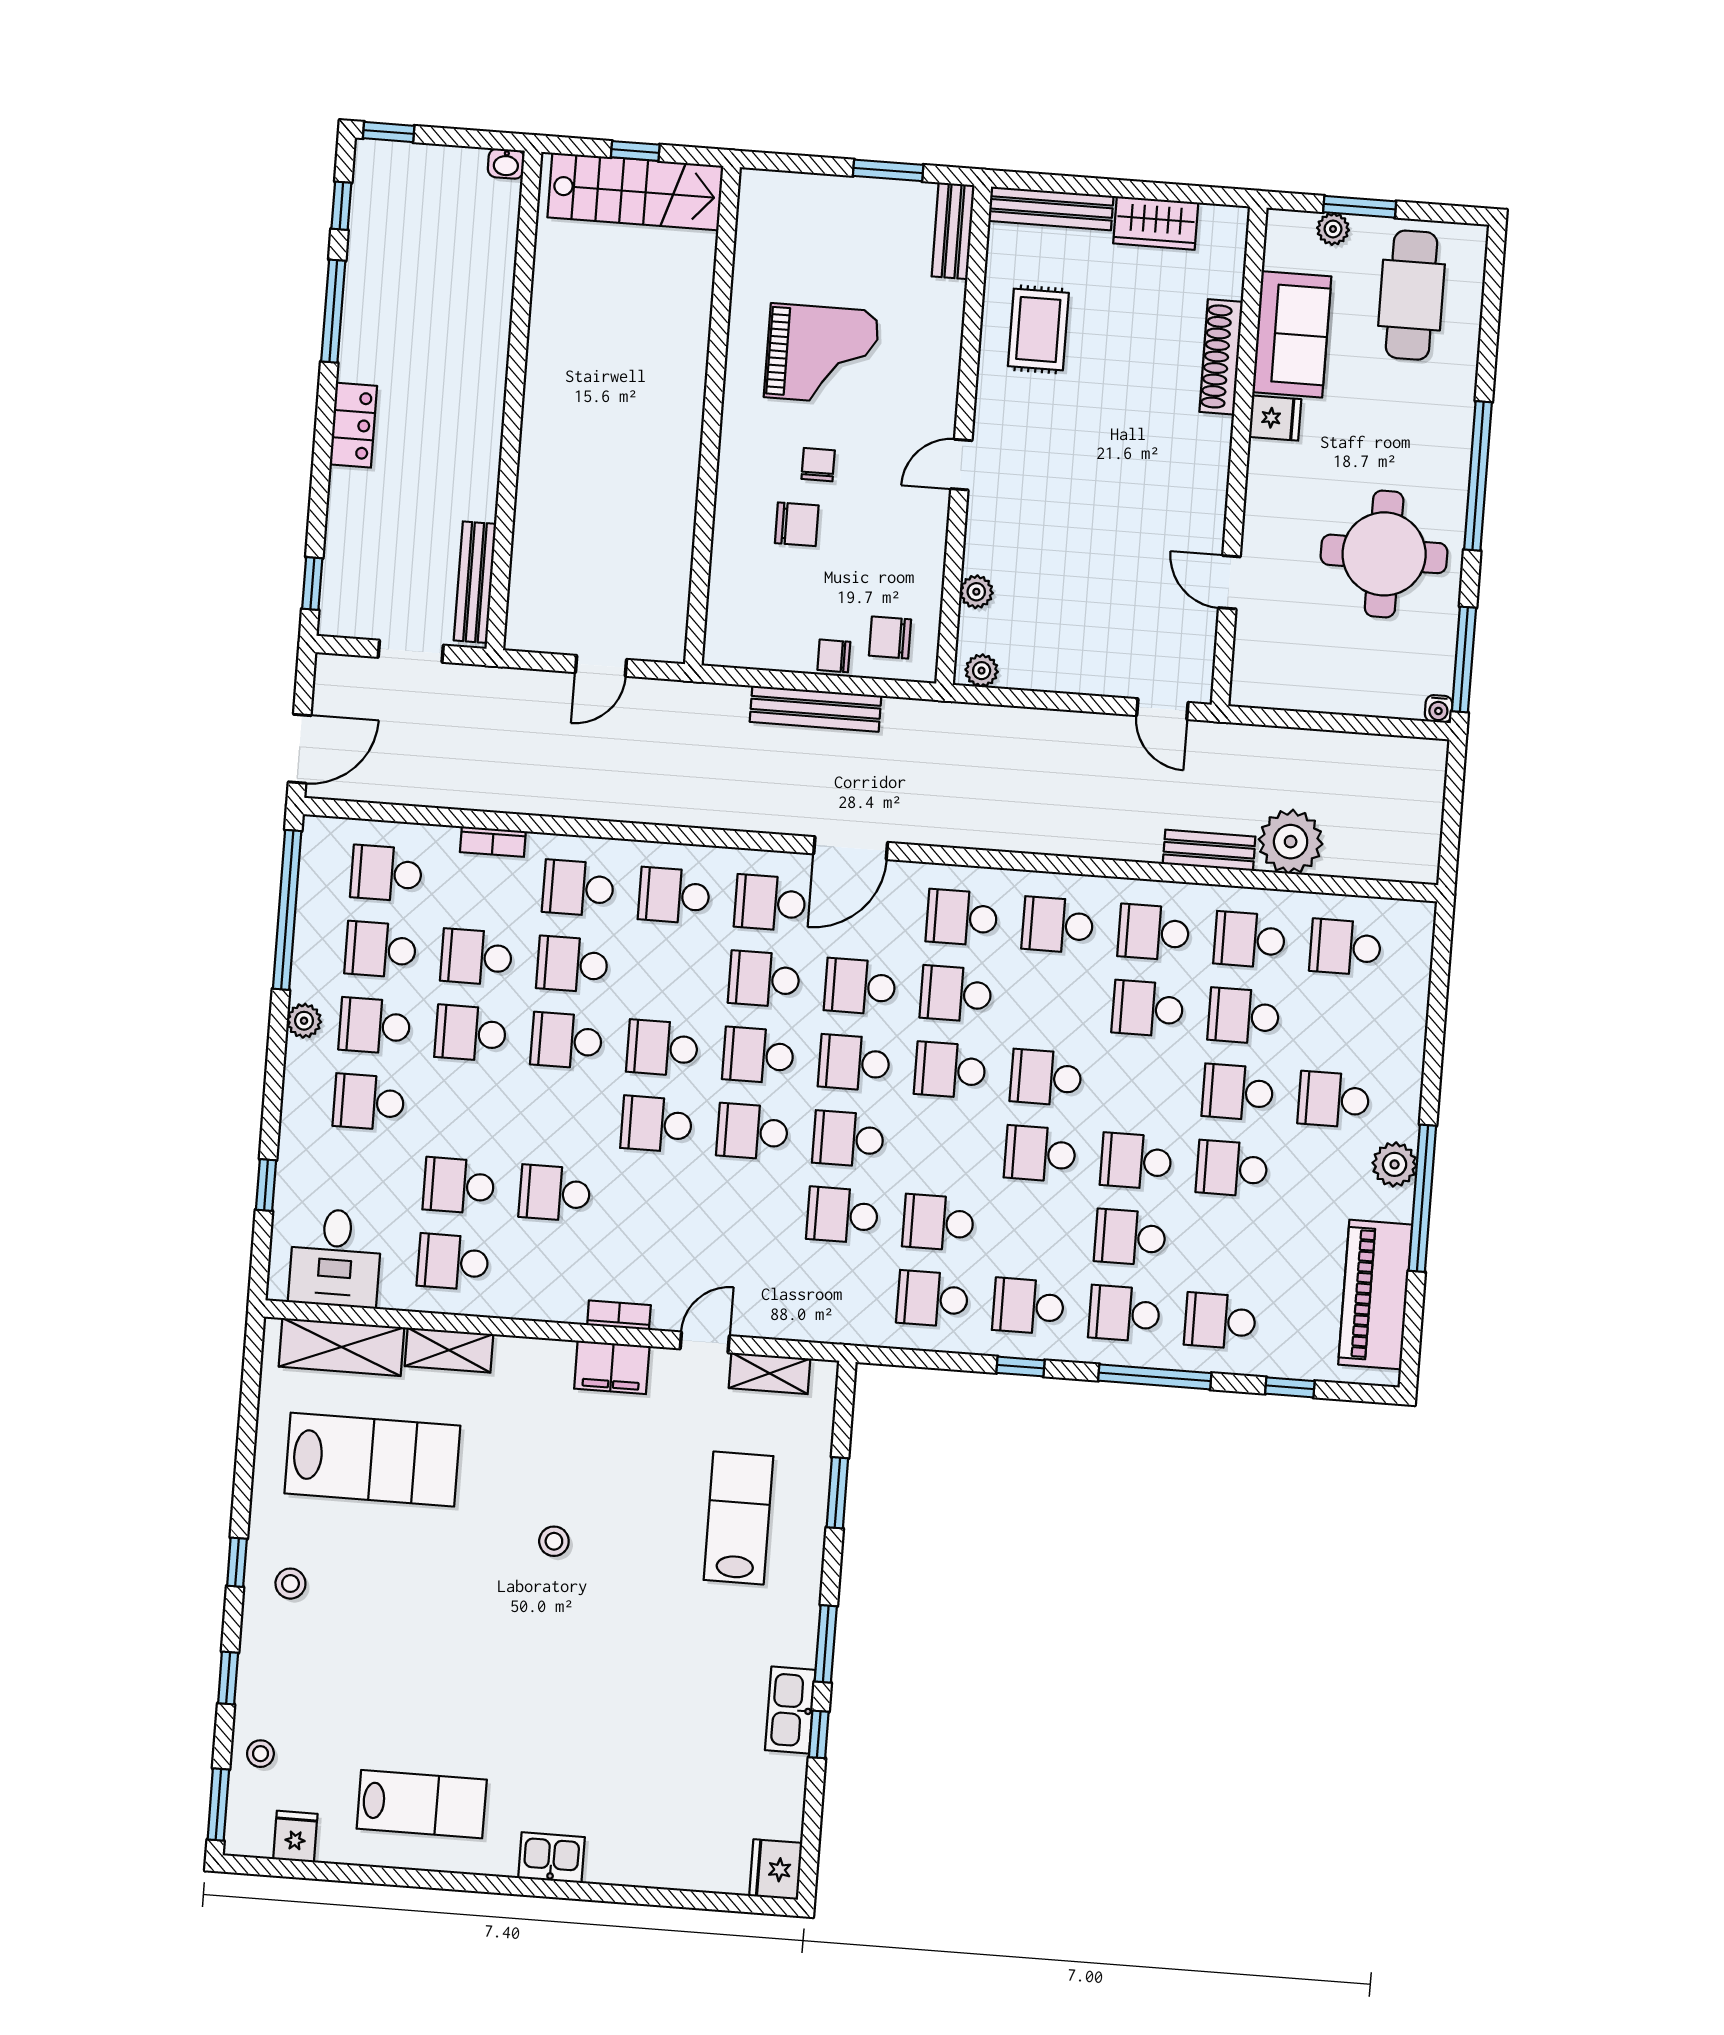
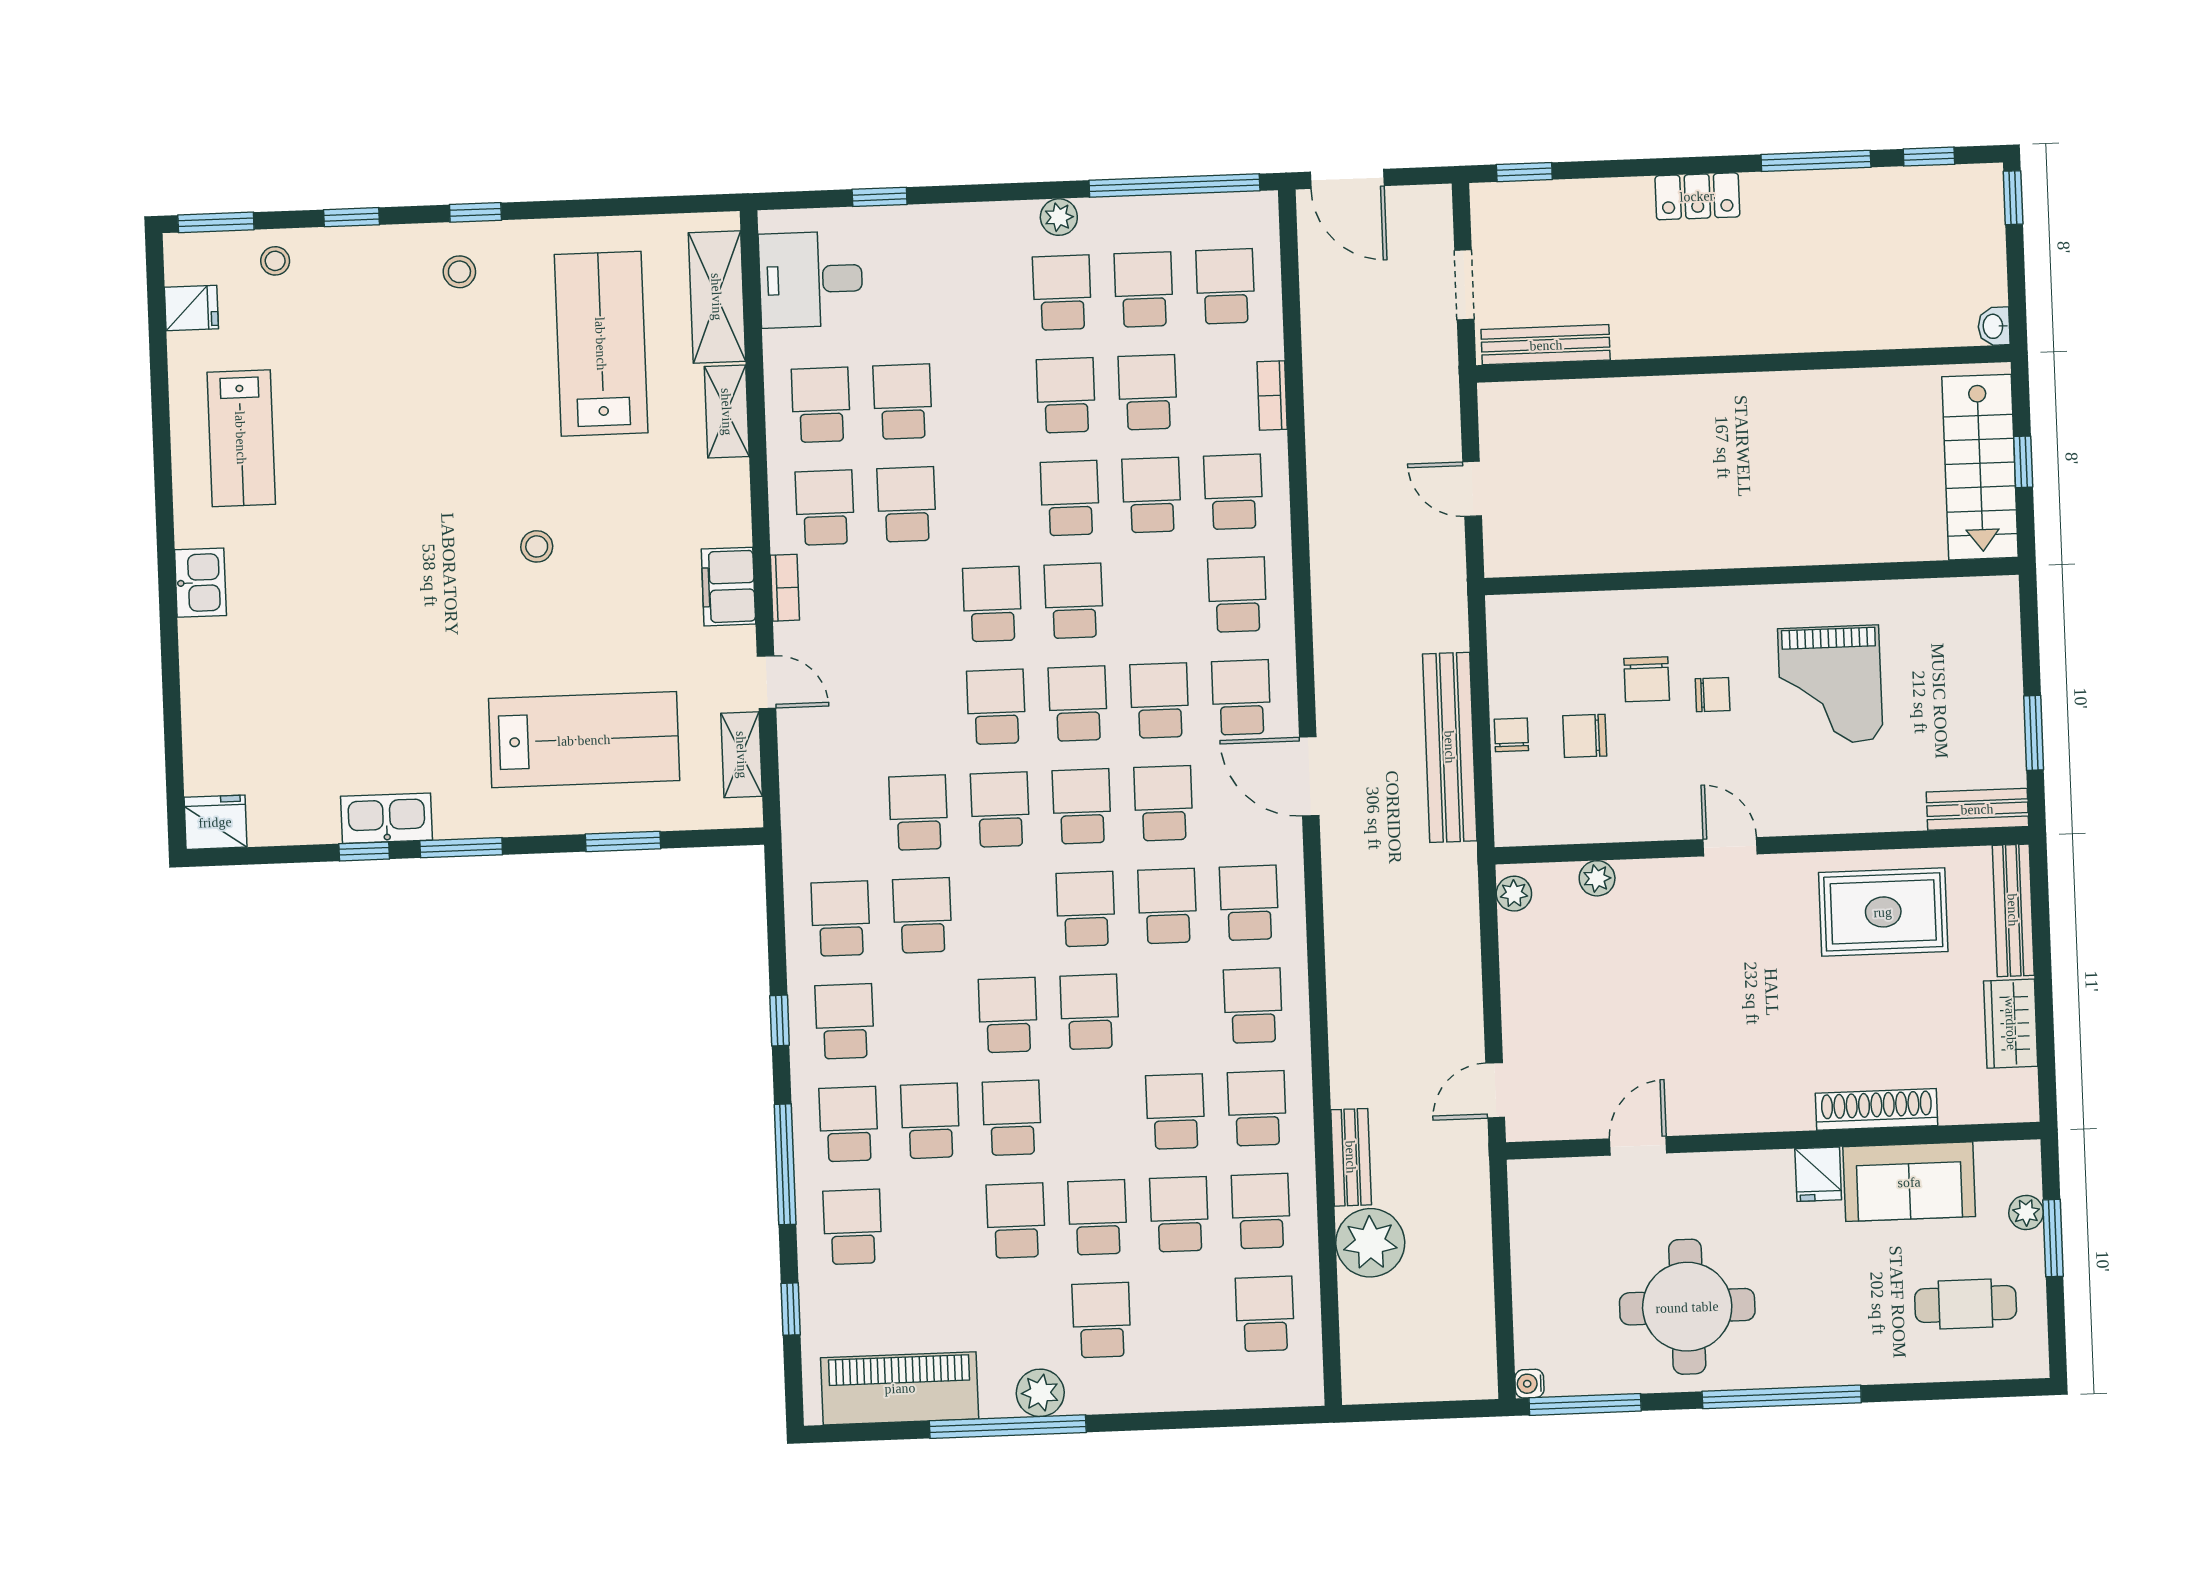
cafe table: (1411, 295) -> (1966, 1304), width x0.73, depth x0.74
rug: (1038, 329) -> (1883, 912), width x1.36, depth x1.43
chair: (890, 638) -> (1585, 736), moved, turned -90
bench: (816, 709) -> (1450, 747), width x1.37, depth x1.21
school desk: (369, 1102) -> (825, 508), moved
lab bench: (372, 1460) -> (601, 344), turned 180
lab bench: (739, 1518) -> (584, 740), width x1.36, depth x1.39

